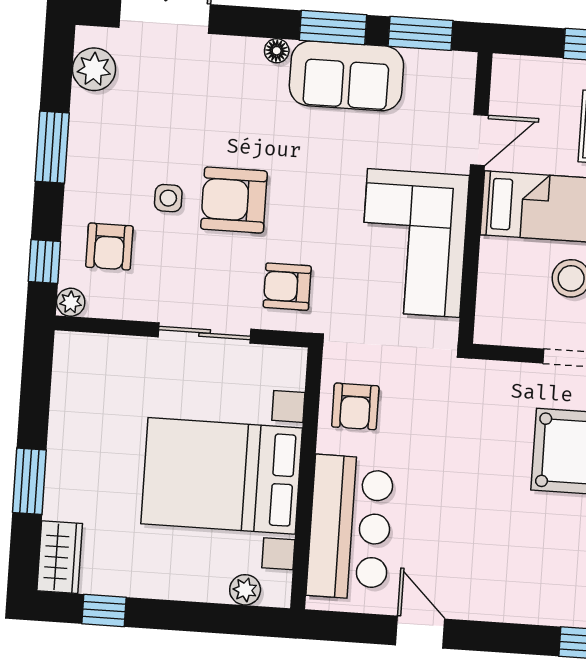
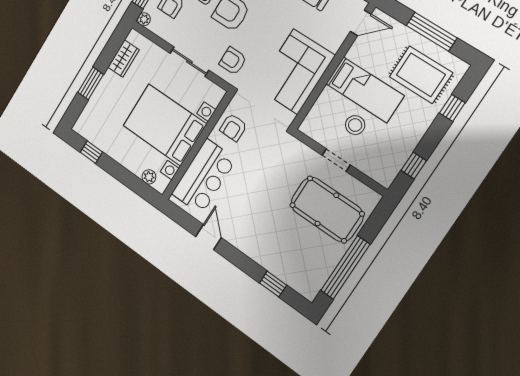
door: (479, 140) -> (361, 23), moved
wardrobe: (60, 557) -> (124, 59), moved

